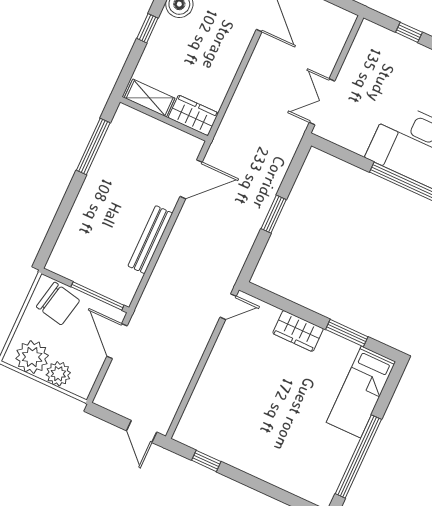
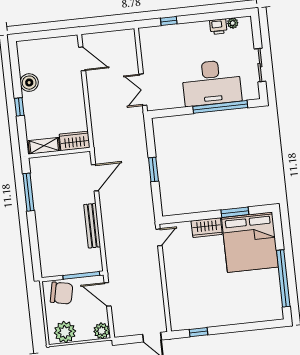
plant: (58, 374) -> (102, 331), moved
bed: (361, 392) -> (250, 242), width x2.04

